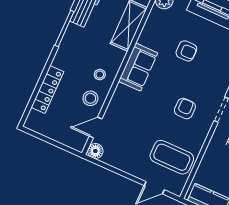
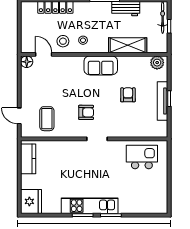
armchair: (186, 51) -> (128, 95), turned 180
coffee table: (172, 157) -> (47, 119), width x0.73, depth x0.76

